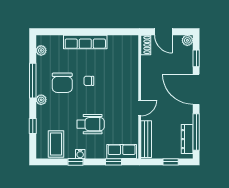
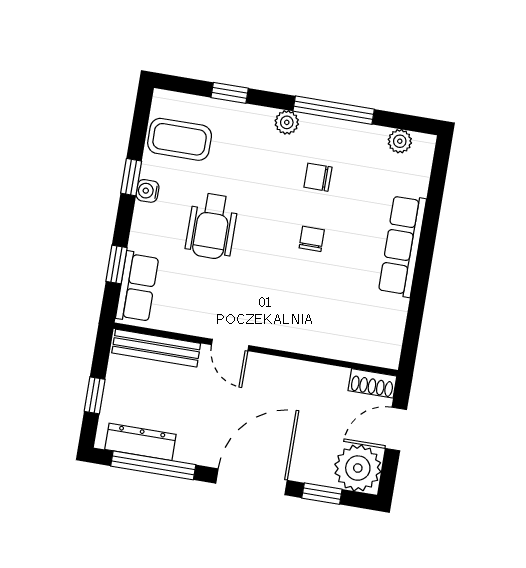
plant: (187, 40) -> (358, 468), width x1.87, depth x1.87
chair: (62, 83) -> (318, 177), width x0.54, depth x0.54

